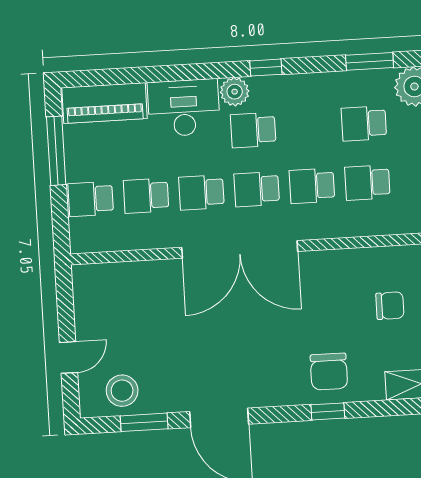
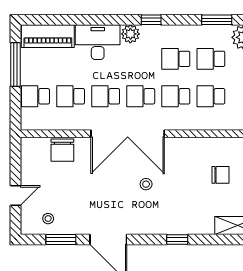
school desk: (253, 130) -> (176, 59), moved
stool: (273, 327) -> (146, 184), added
chair: (329, 372) -> (62, 150), moved
stool: (122, 391) -> (48, 219), width x0.53, depth x0.53

